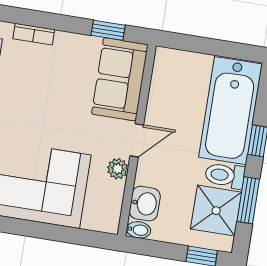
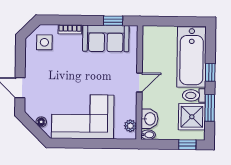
sofa: (120, 79) -> (106, 38), moved, turned -90
plant: (118, 169) -> (130, 126), moved

